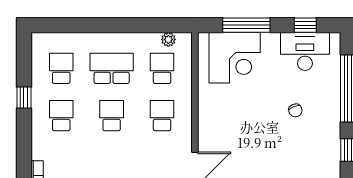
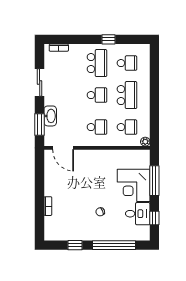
plant: (168, 39) -> (145, 142), moved
desk: (305, 51) -> (138, 214), width x0.73
corner desk: (235, 58) -> (134, 185), moved
school desk: (61, 116) -> (97, 63), width x1.85

